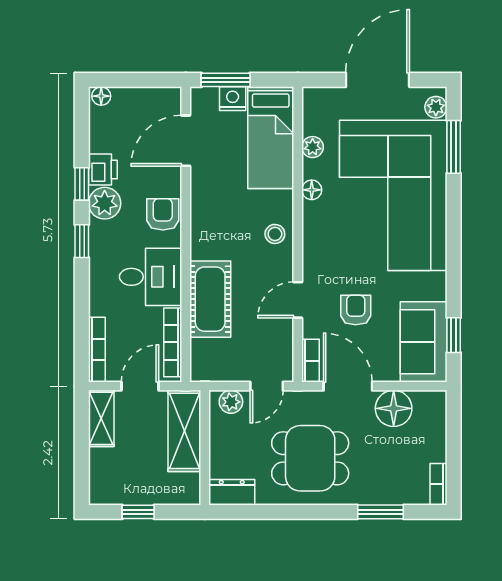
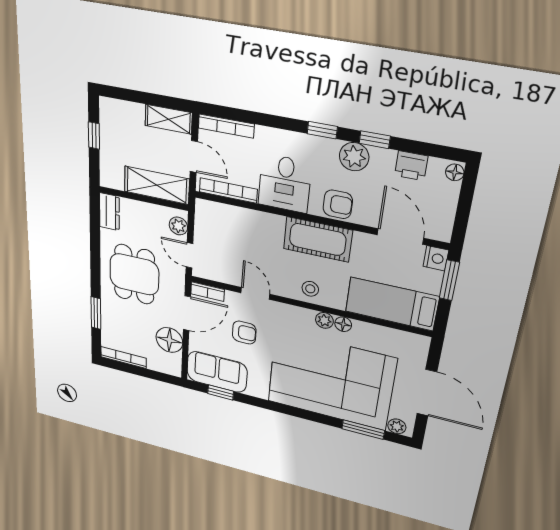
nightstand: (233, 99) -> (436, 258), moved
plant: (313, 147) -> (324, 320), moved
printer: (103, 169) -> (411, 166), moved
cot: (210, 299) -> (318, 239), moved
bookcase: (438, 484) -> (123, 357), width x1.56

